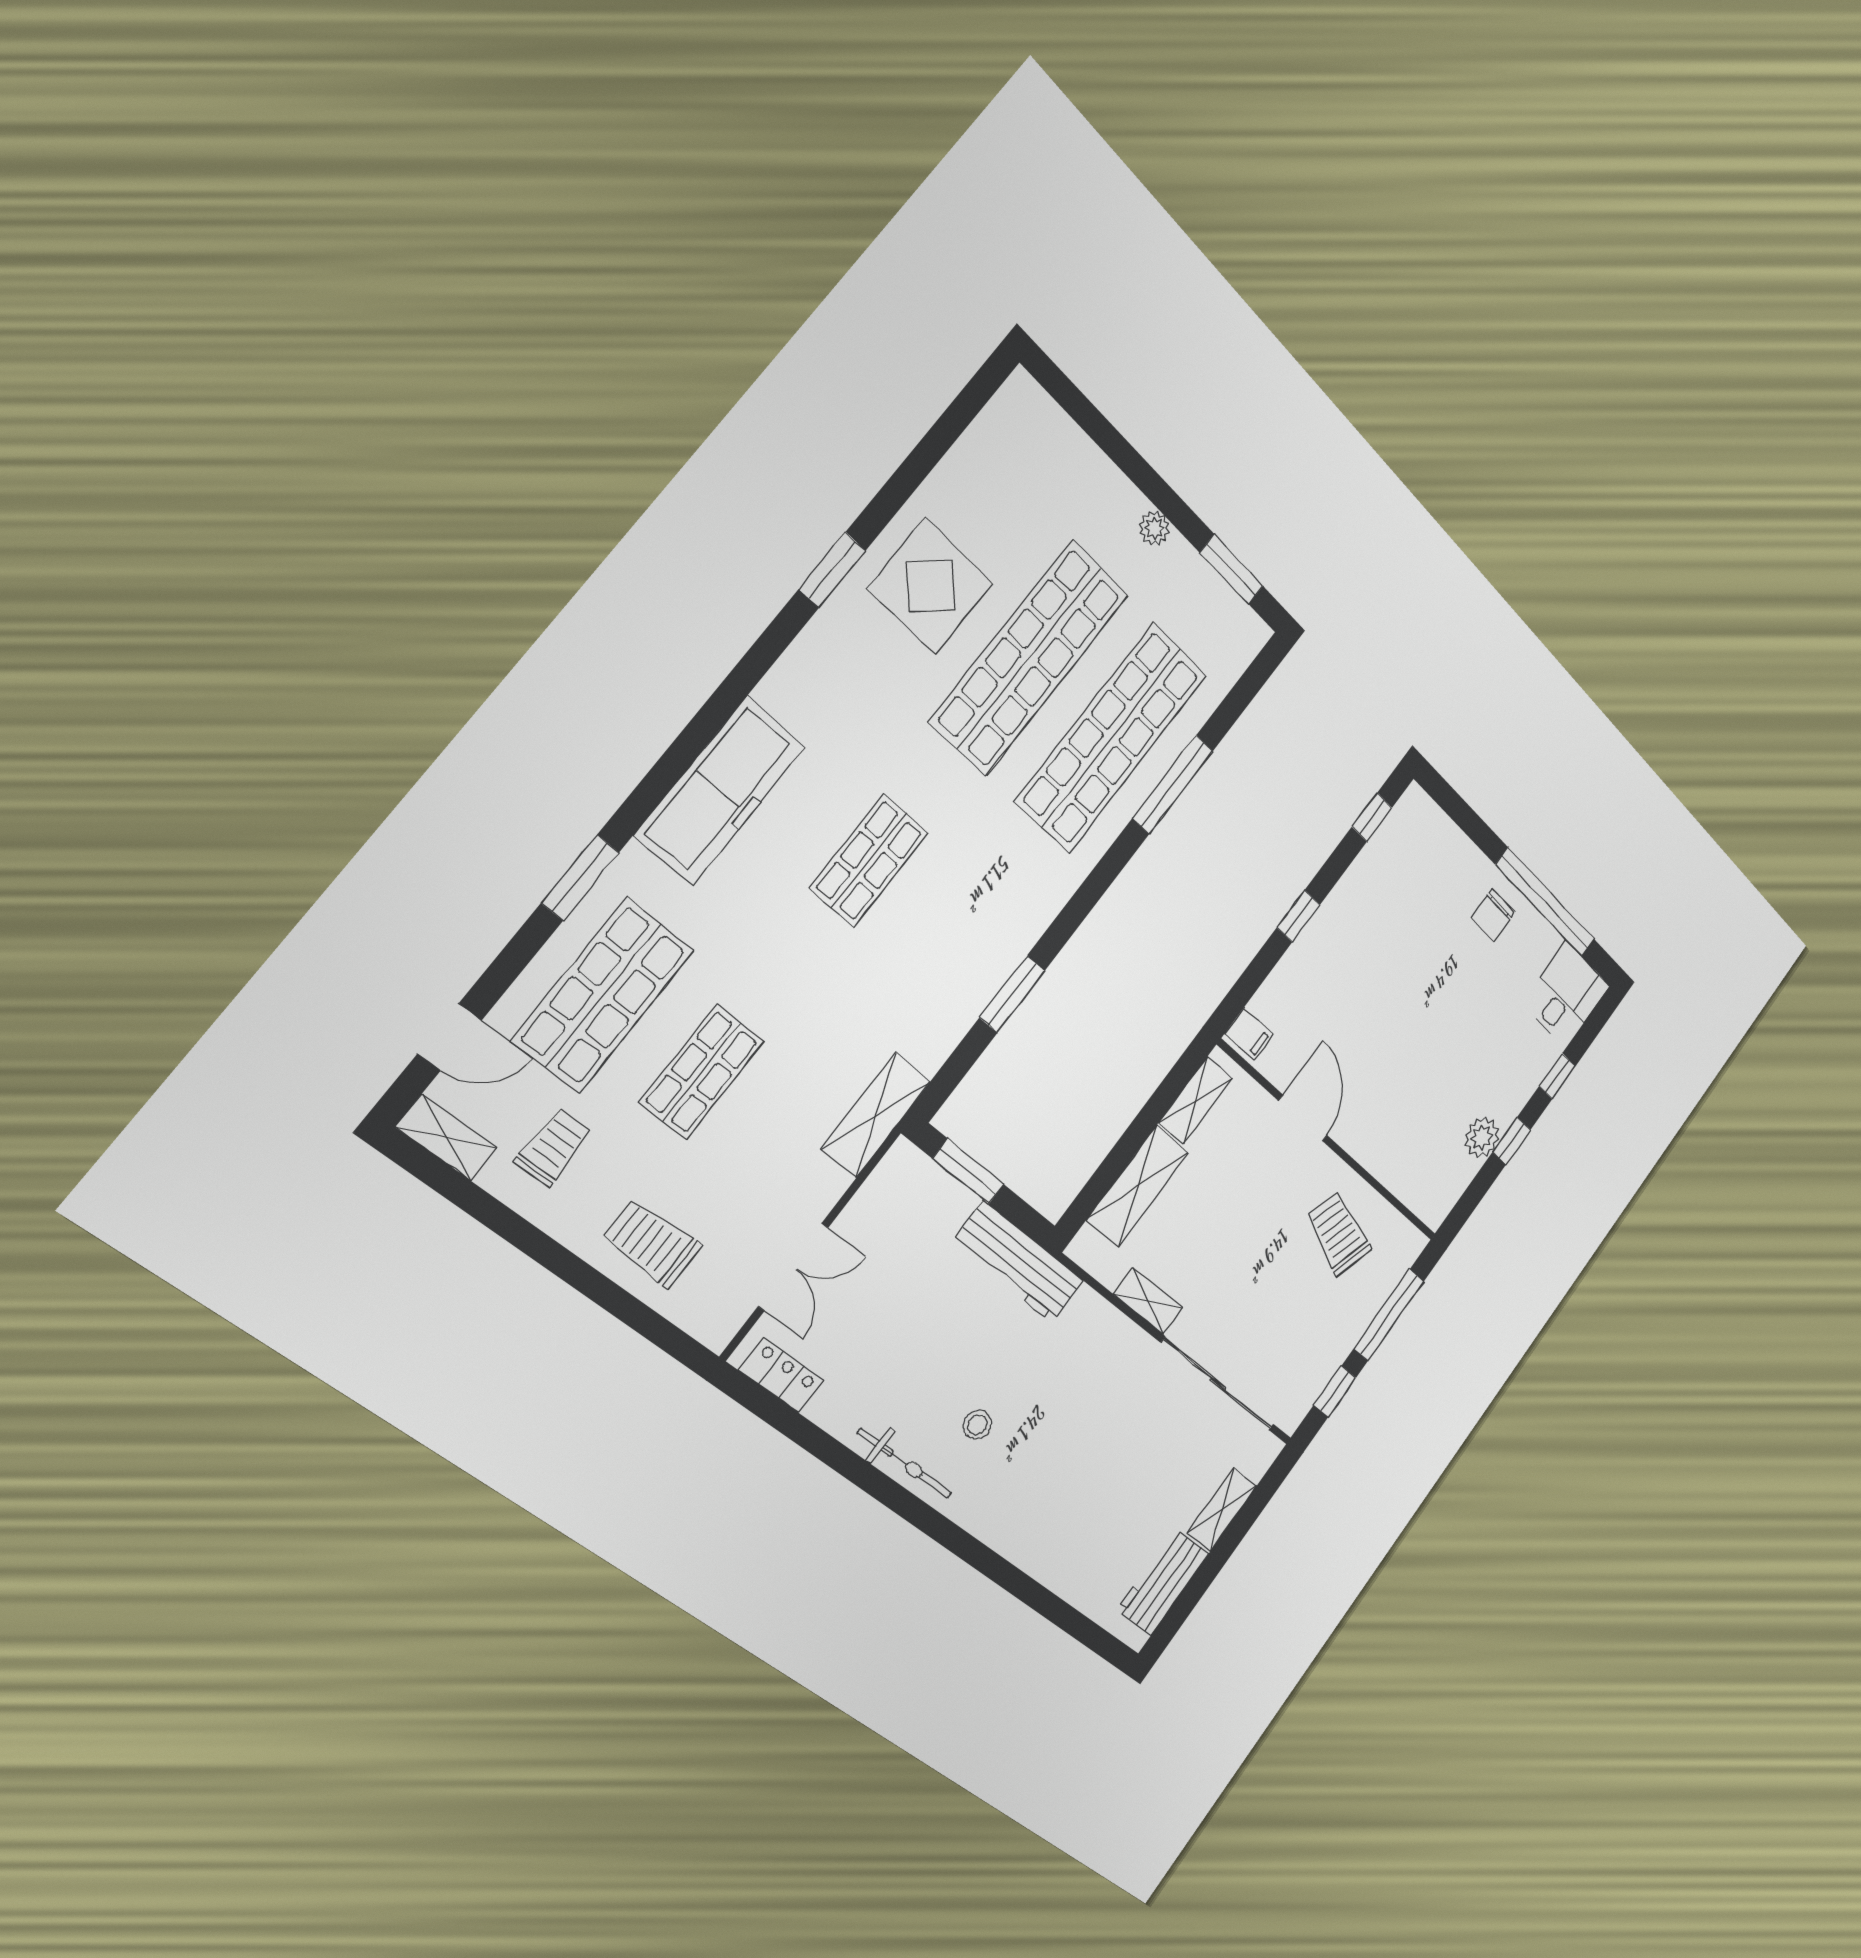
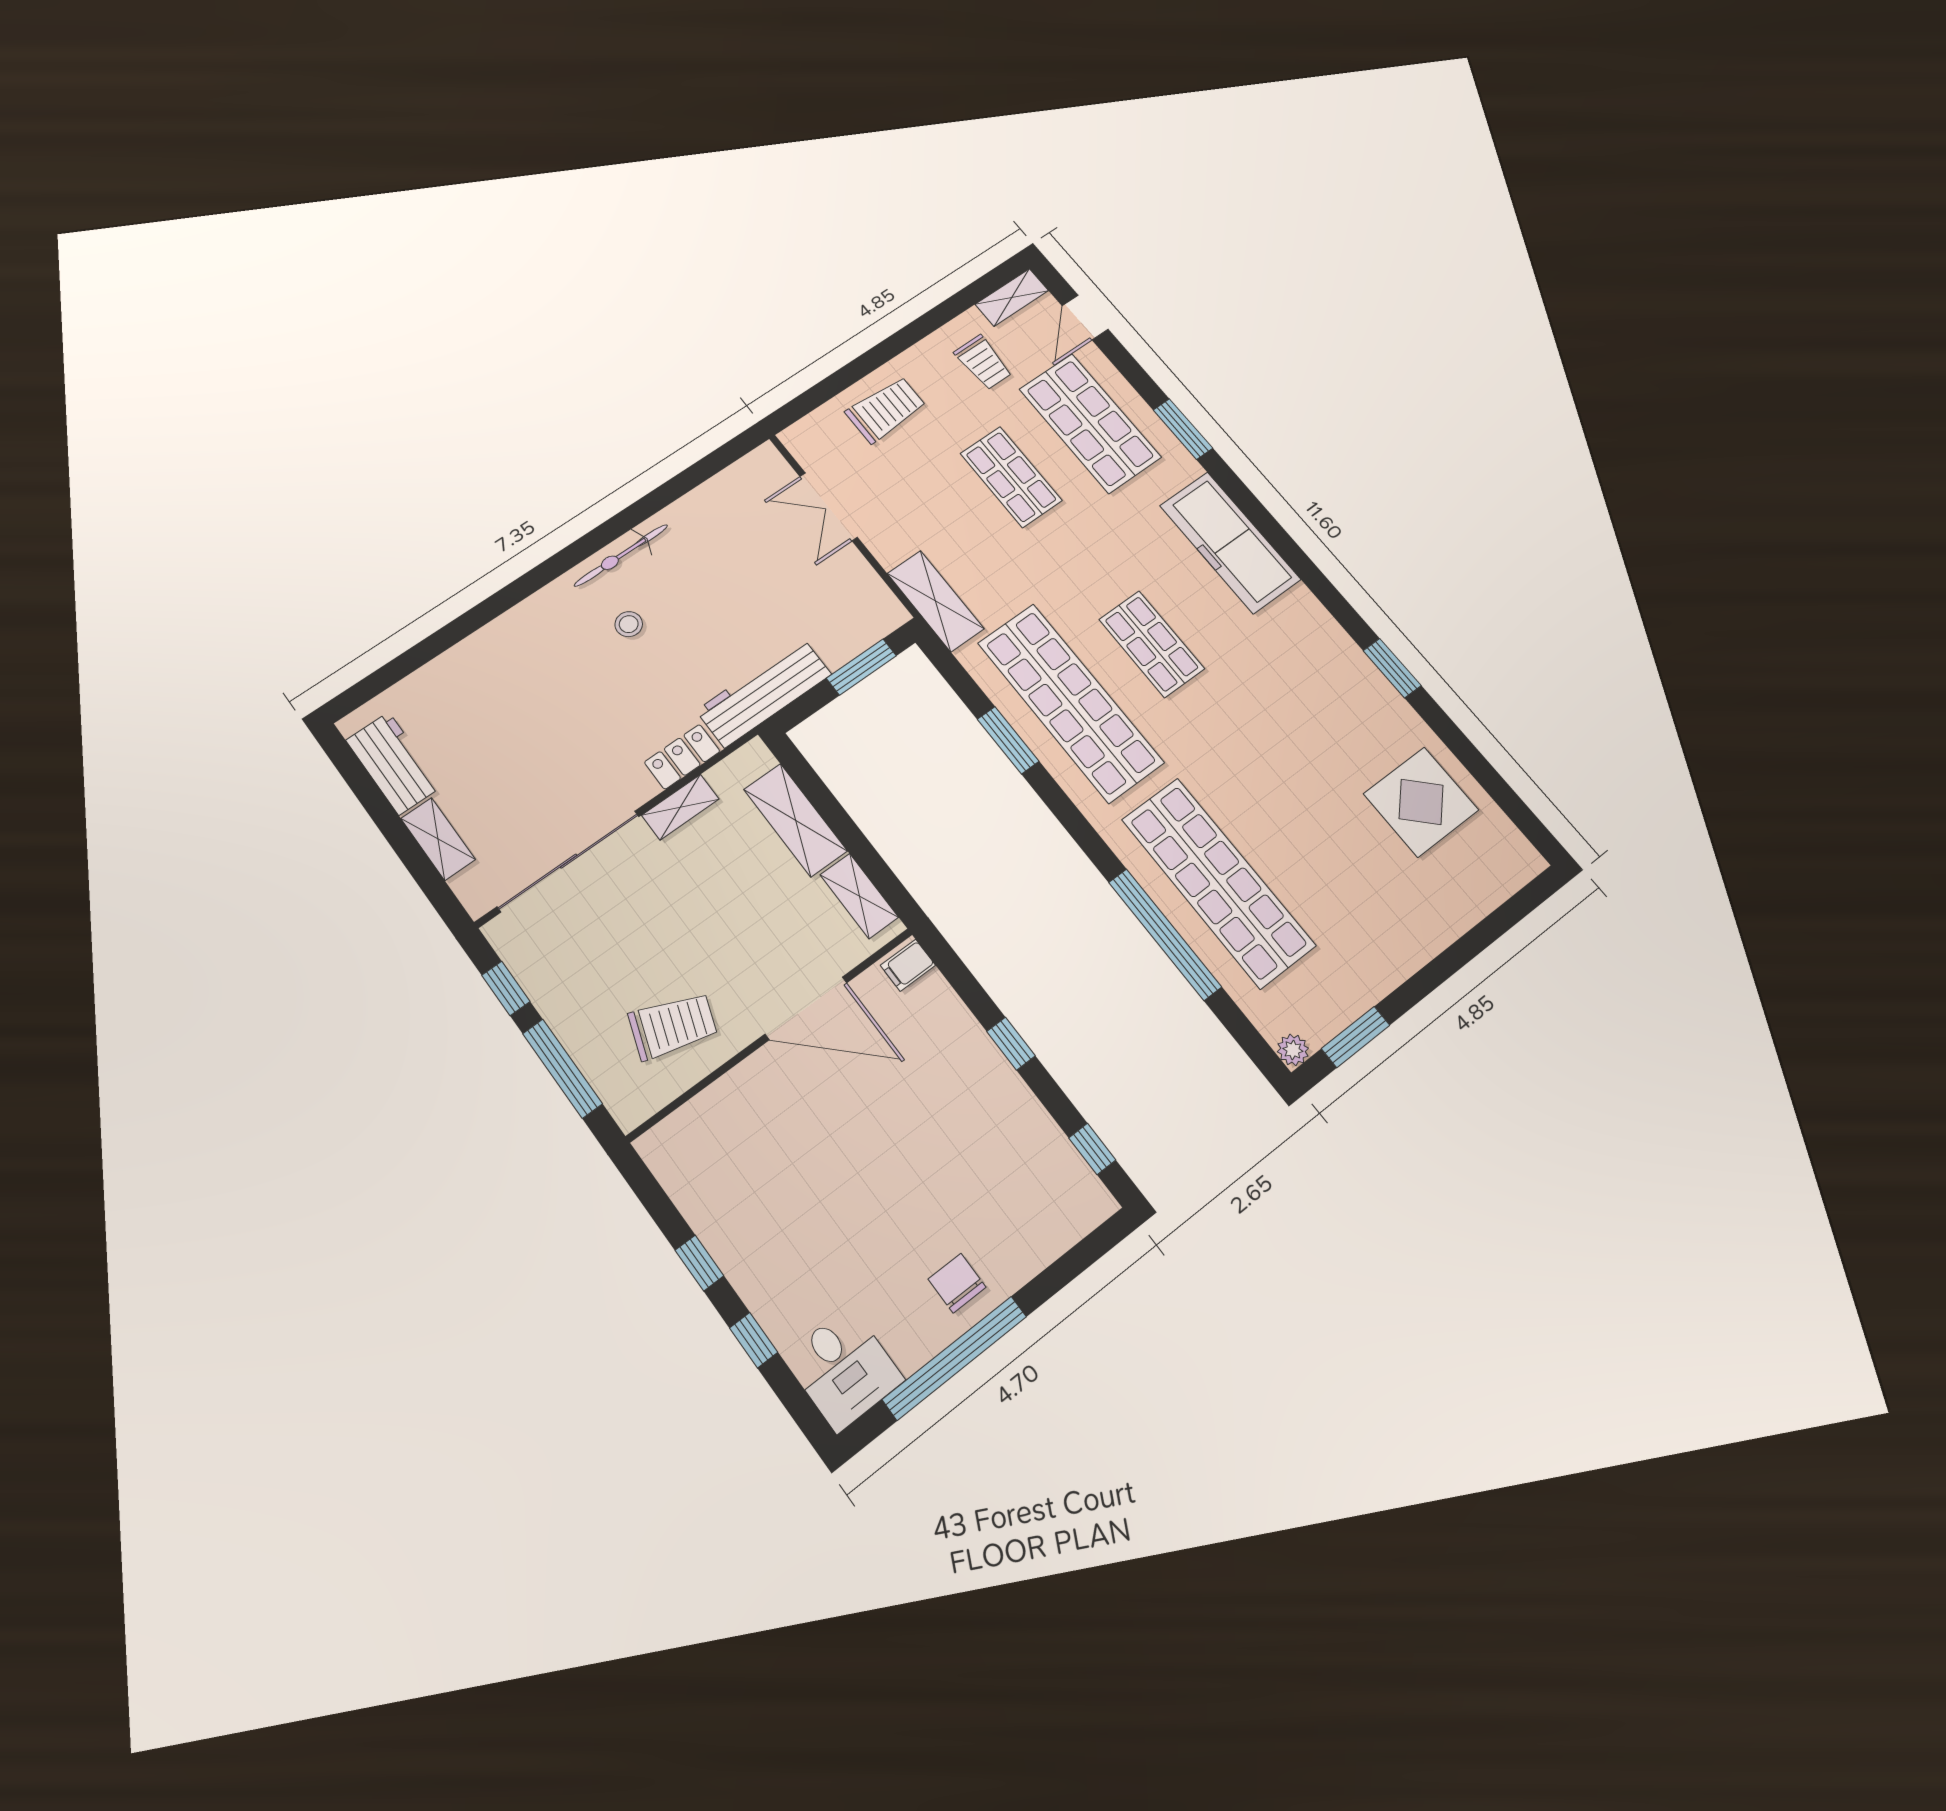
plant: (1155, 528) -> (1293, 1050), moved
display table: (931, 586) -> (1421, 802), moved
shop shelf: (1029, 658) -> (1070, 703), moved
window: (1173, 785) -> (1165, 934), width x1.46
door: (1303, 1118) -> (806, 1008), width x1.36
plant: (1482, 1137) -> (716, 1224), removed
locker: (781, 1375) -> (682, 757), moved, turned 180

